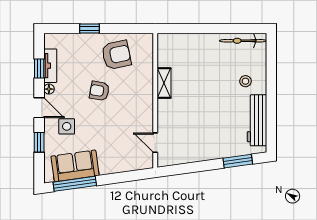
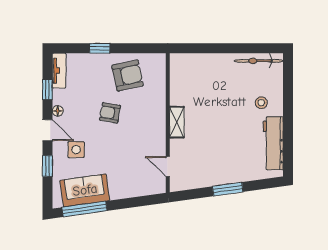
tv unit: (50, 66) -> (59, 71), moved
shelving: (164, 83) -> (177, 122), moved
window: (238, 161) -> (228, 189), moved

